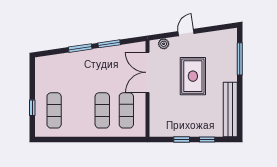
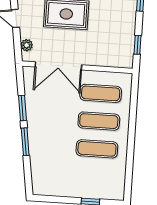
exercise mat: (54, 110) -> (97, 149), moved
window: (182, 139) -> (137, 45), moved

